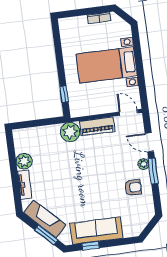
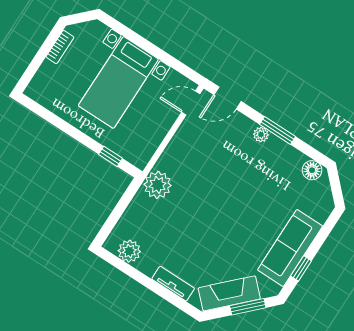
piano: (97, 126) -> (177, 150), removed
door: (149, 142) -> (228, 98), moved
plant: (24, 161) -> (129, 251), moved
armchair: (133, 187) -> (277, 168), removed
floor lamp: (148, 207) -> (312, 170), added

